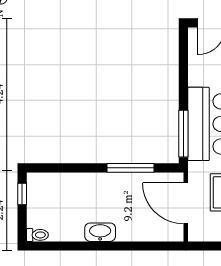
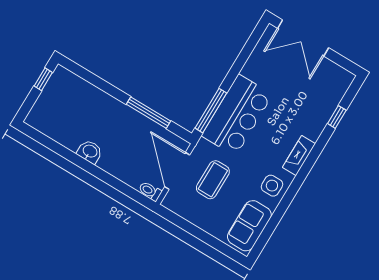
washbasin: (100, 232) -> (90, 152), width x0.72
toilet: (37, 235) -> (150, 191), moved, turned 180

